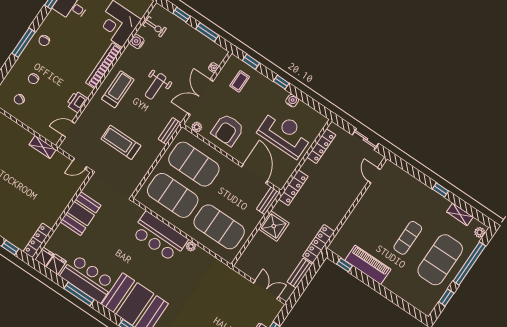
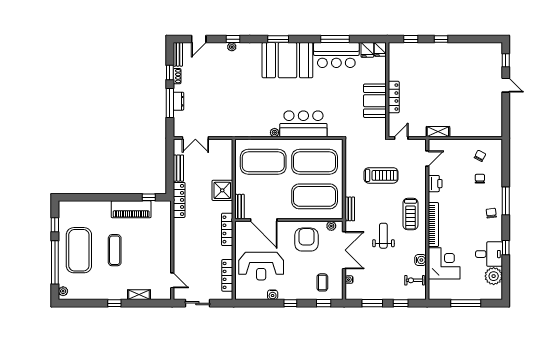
shelving: (460, 214) -> (139, 295), moved
locker: (38, 240) -> (394, 97), moved

